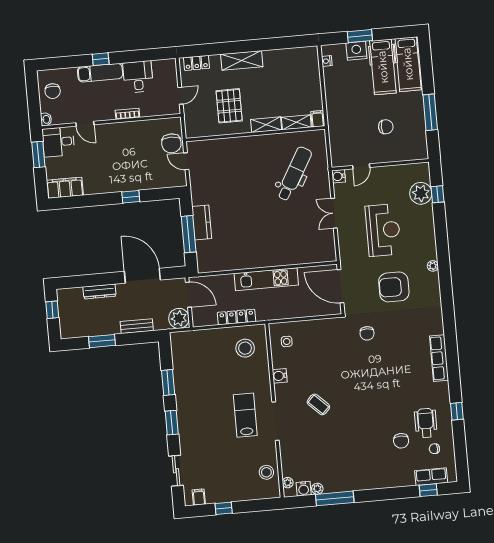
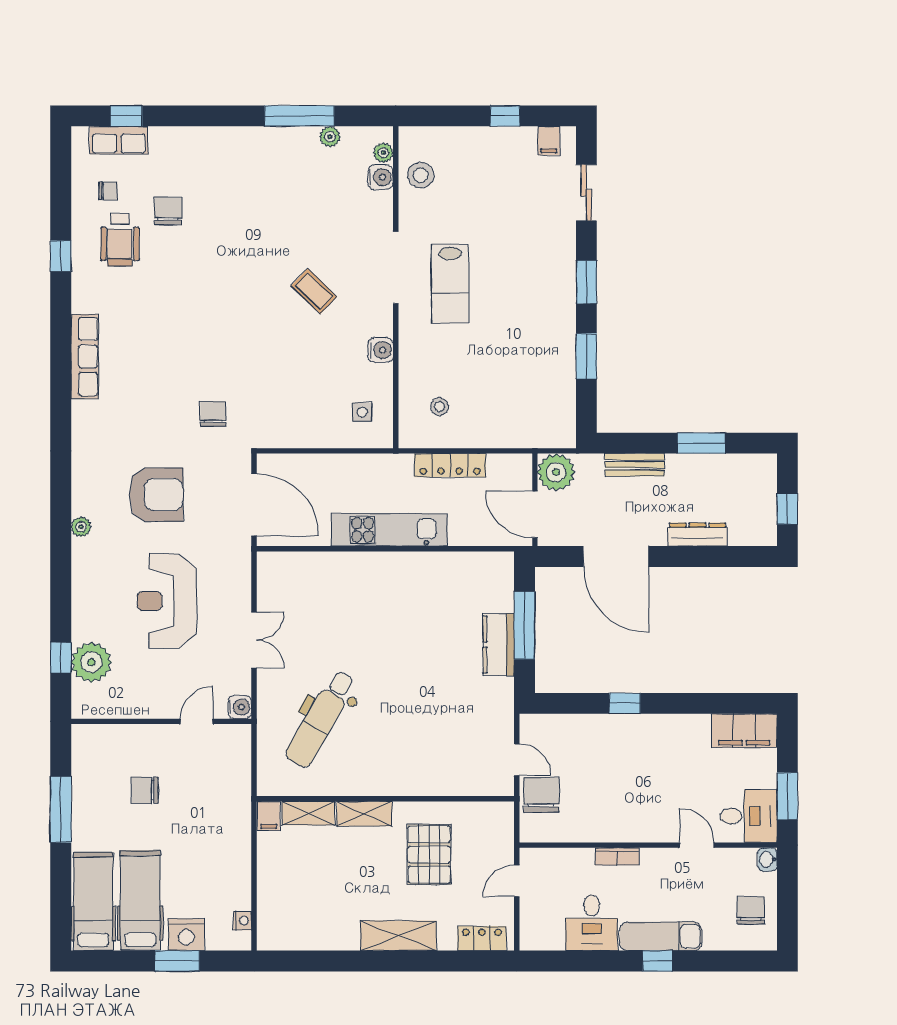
stool: (245, 348) -> (439, 407), width x0.53, depth x0.53
water cooler: (304, 489) -> (380, 177), moved, turned 90

